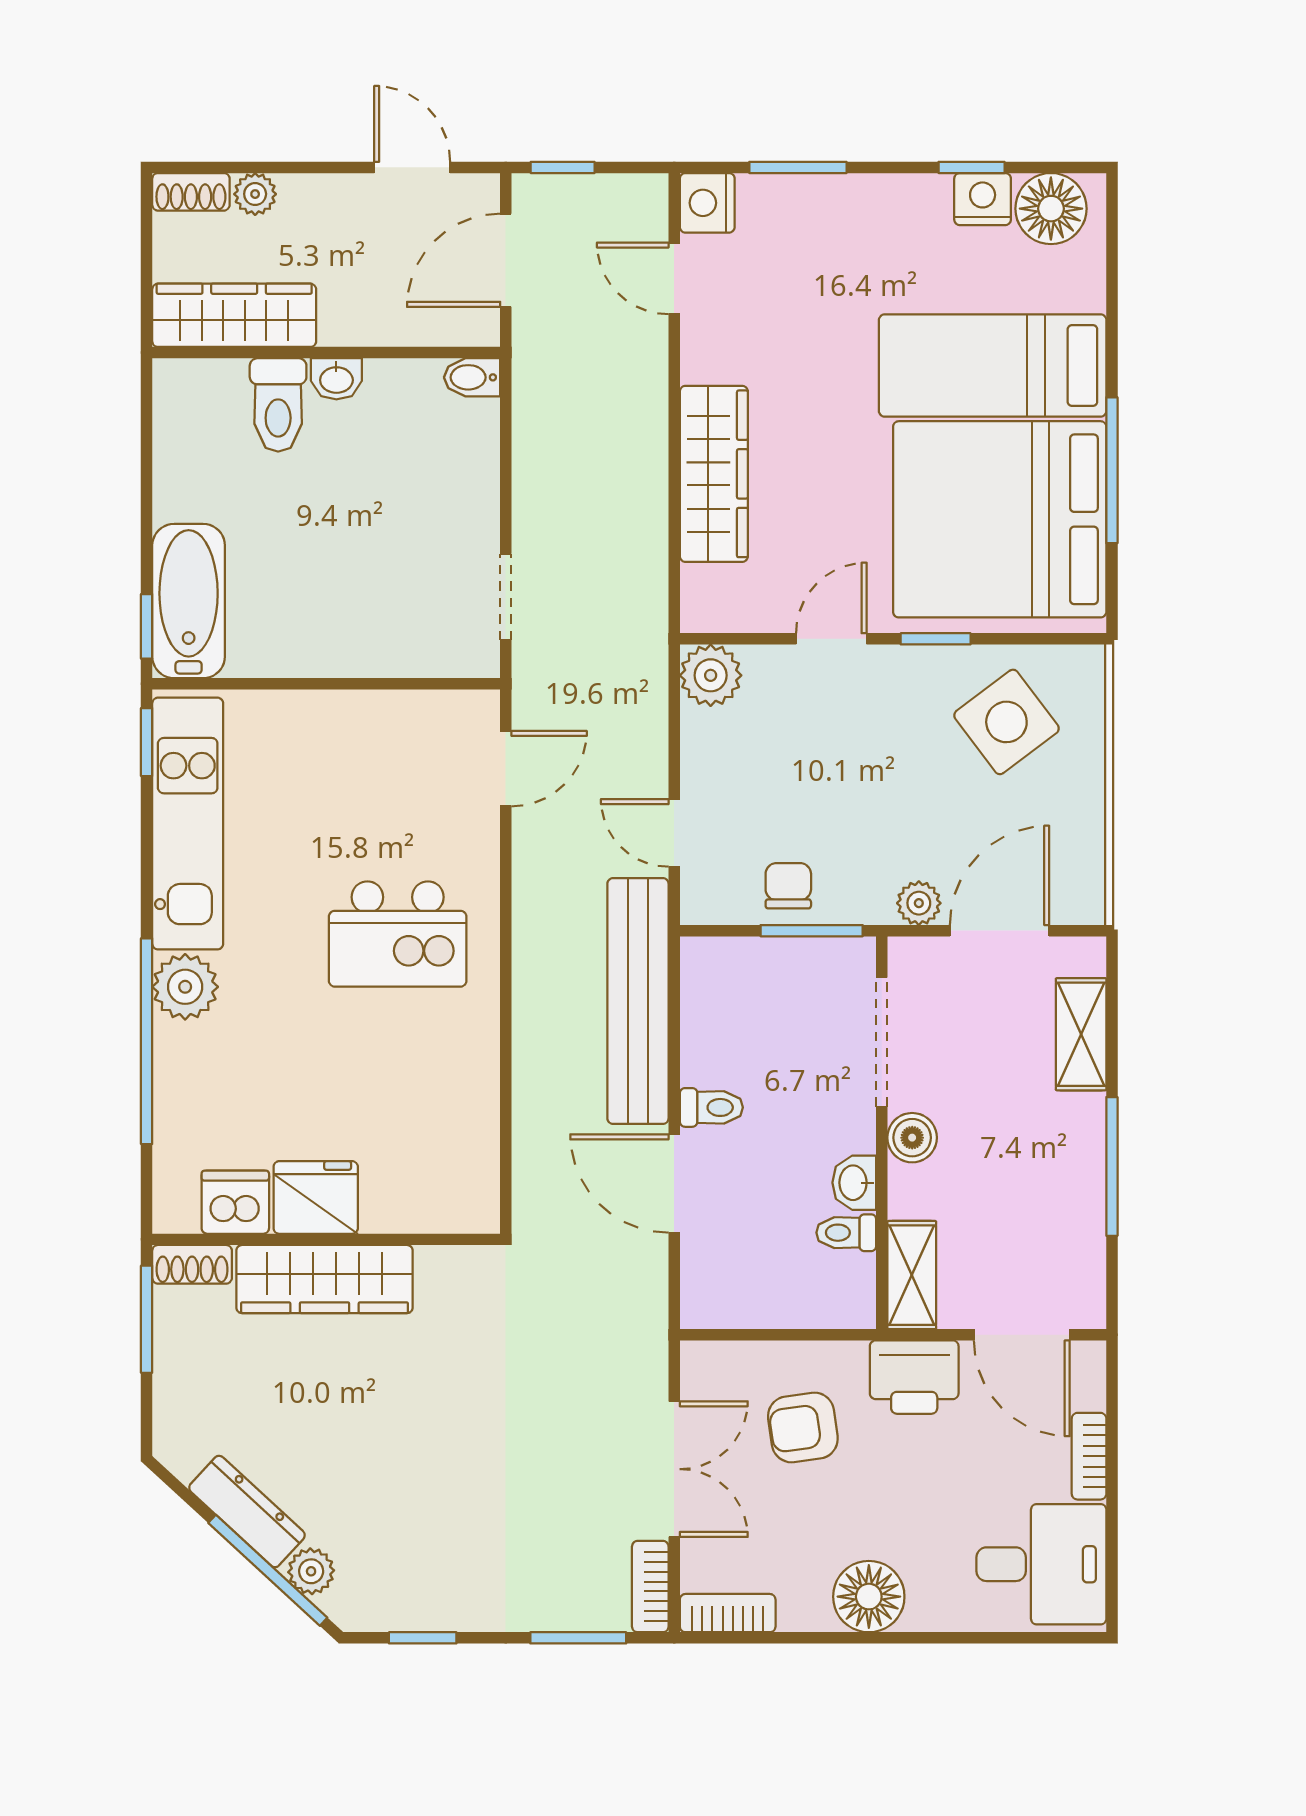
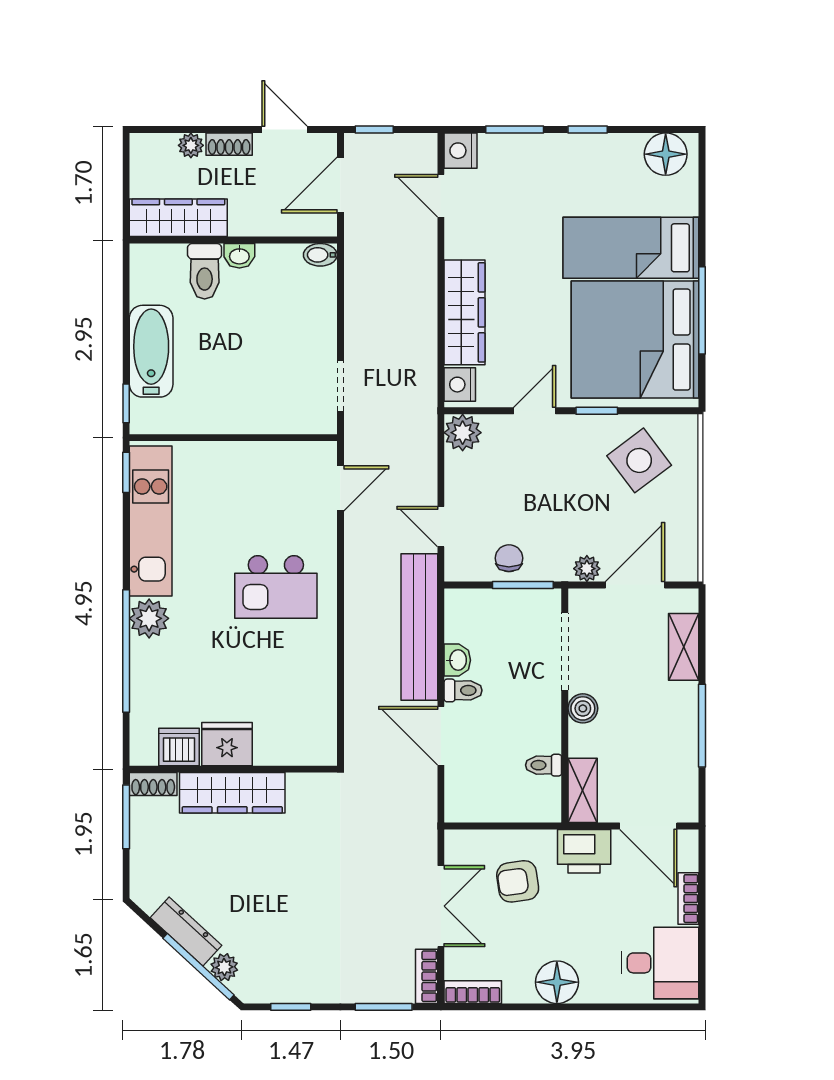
window: (972, 167) -> (588, 130), moved
shoe rack: (191, 192) -> (229, 144), moved
nightstand: (983, 199) -> (460, 385), moved, turned -90
bathtub: (189, 601) -> (151, 351), moved
washbasin: (854, 1183) -> (457, 660), moved, turned 180

